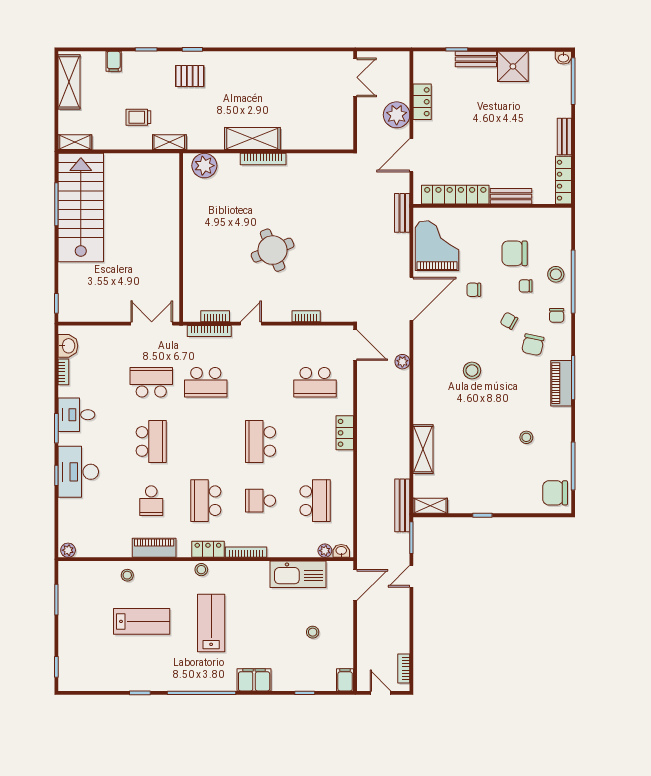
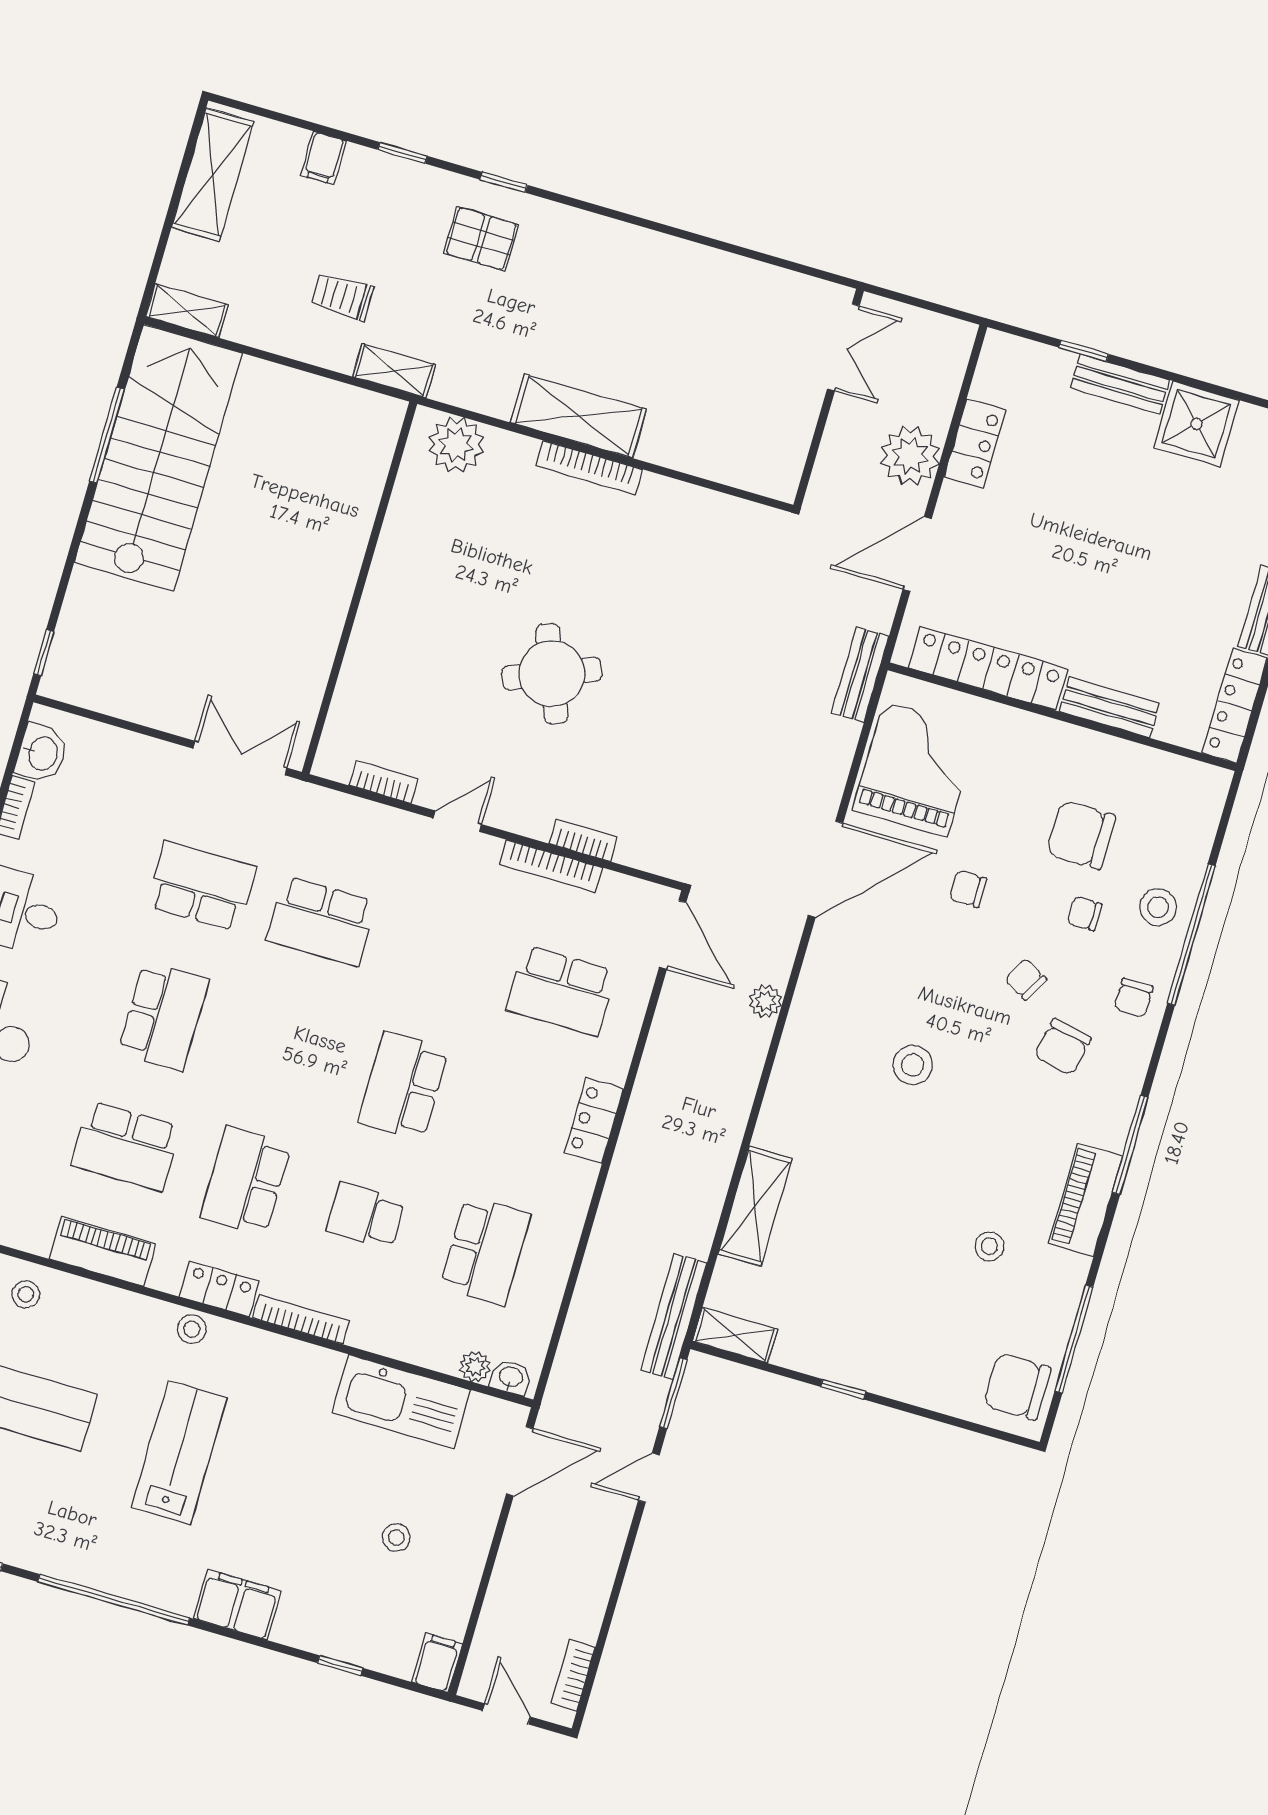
bookcase: (209, 331) -> (551, 866), moved
piano: (561, 383) -> (1086, 1200), moved
school desk: (151, 501) -> (126, 1146), width x1.85

